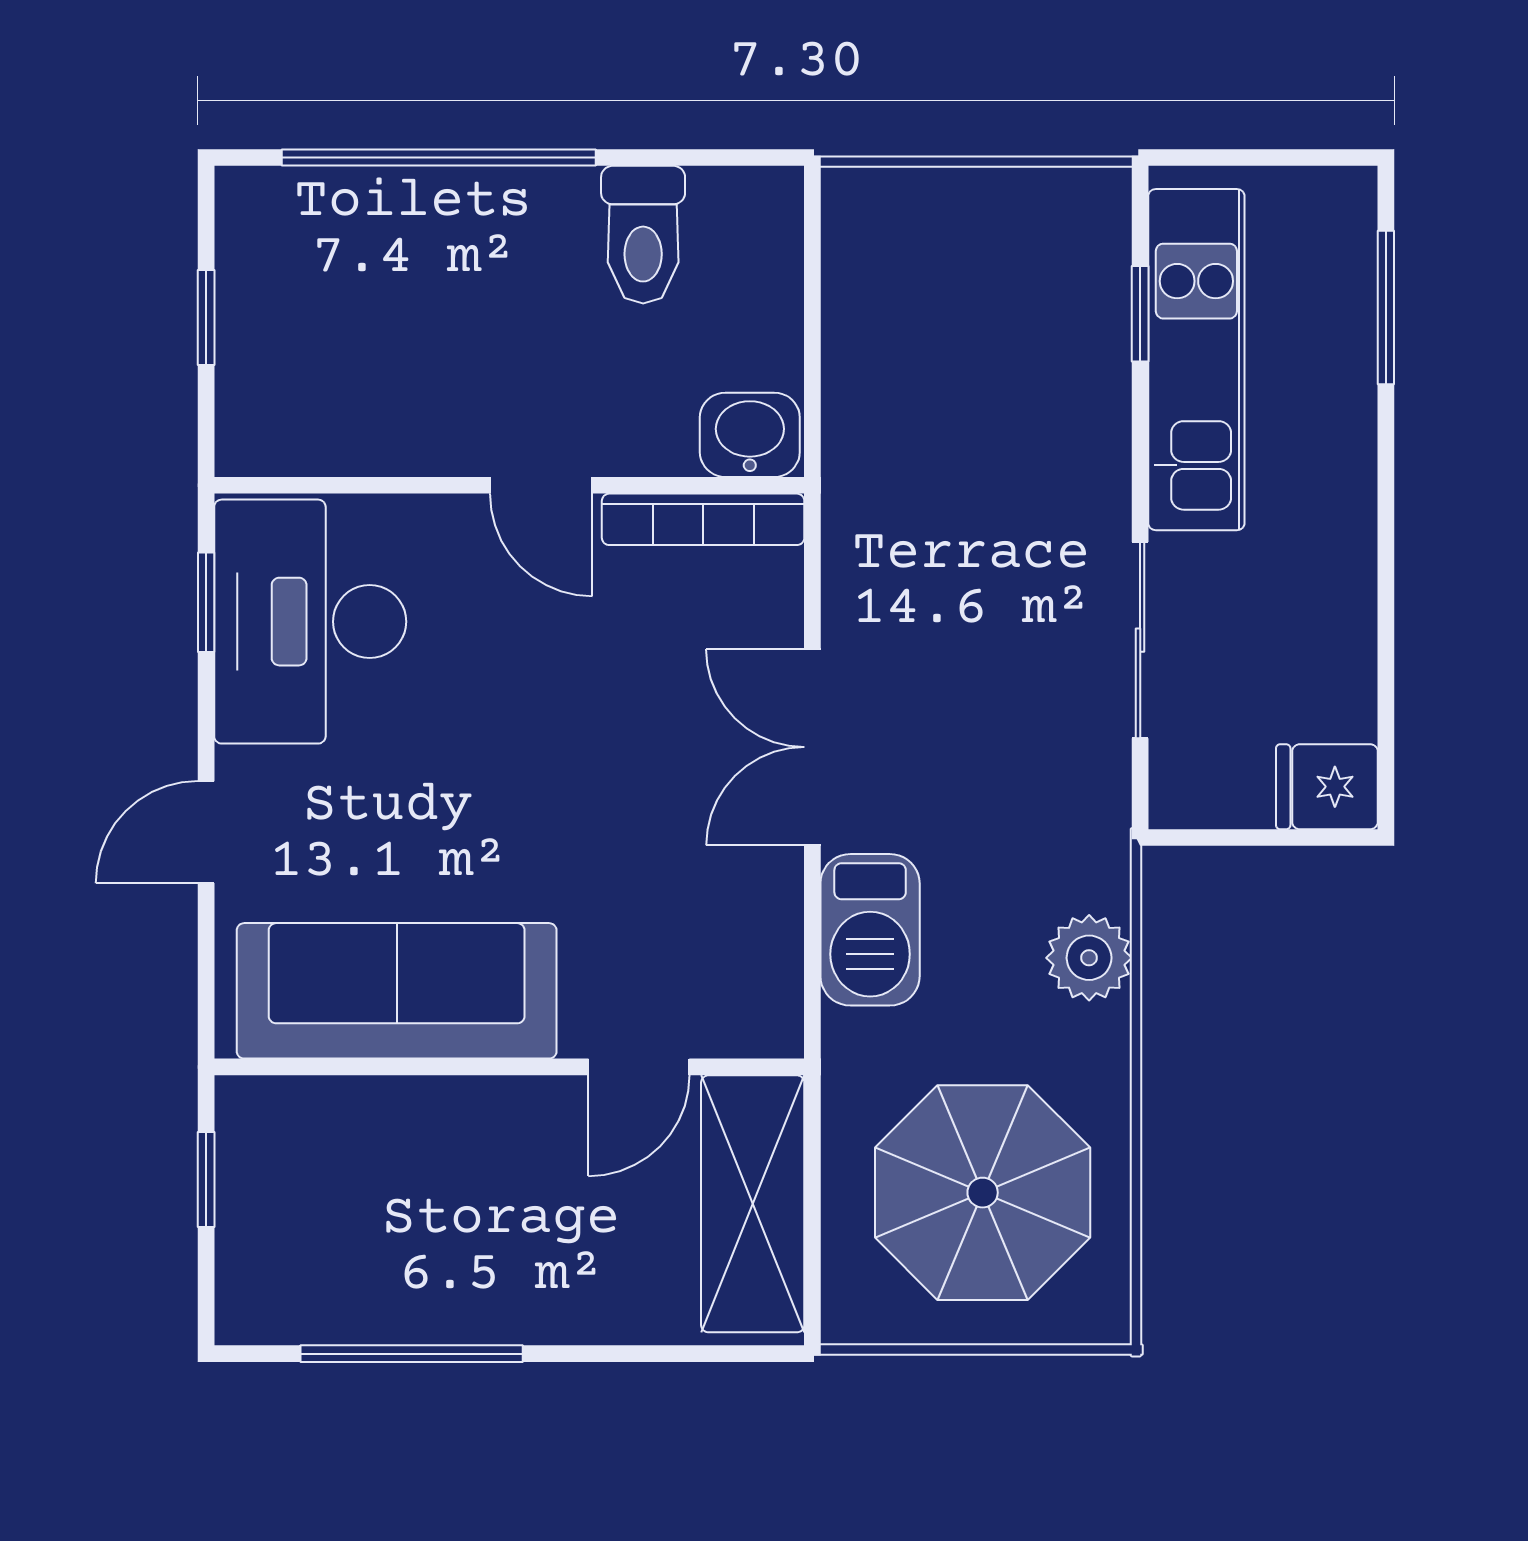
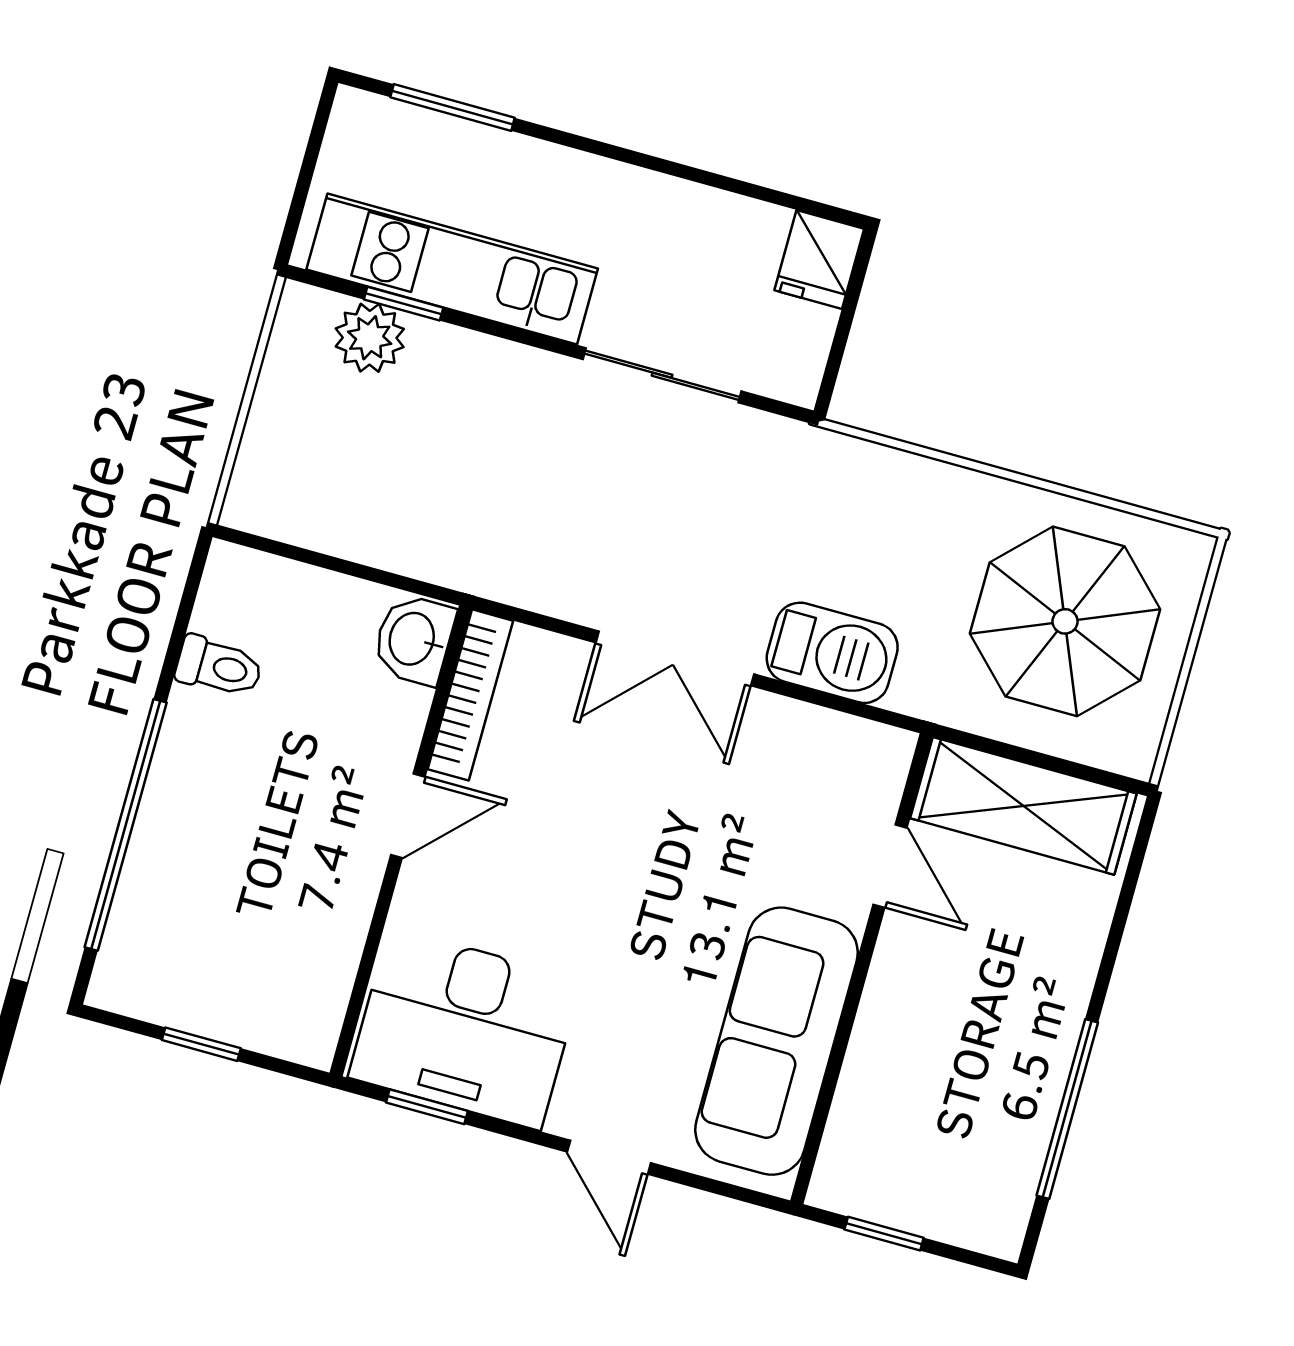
toilet: (643, 235) -> (219, 667), width x0.73, depth x0.72
plant: (1089, 958) -> (370, 338), moved

